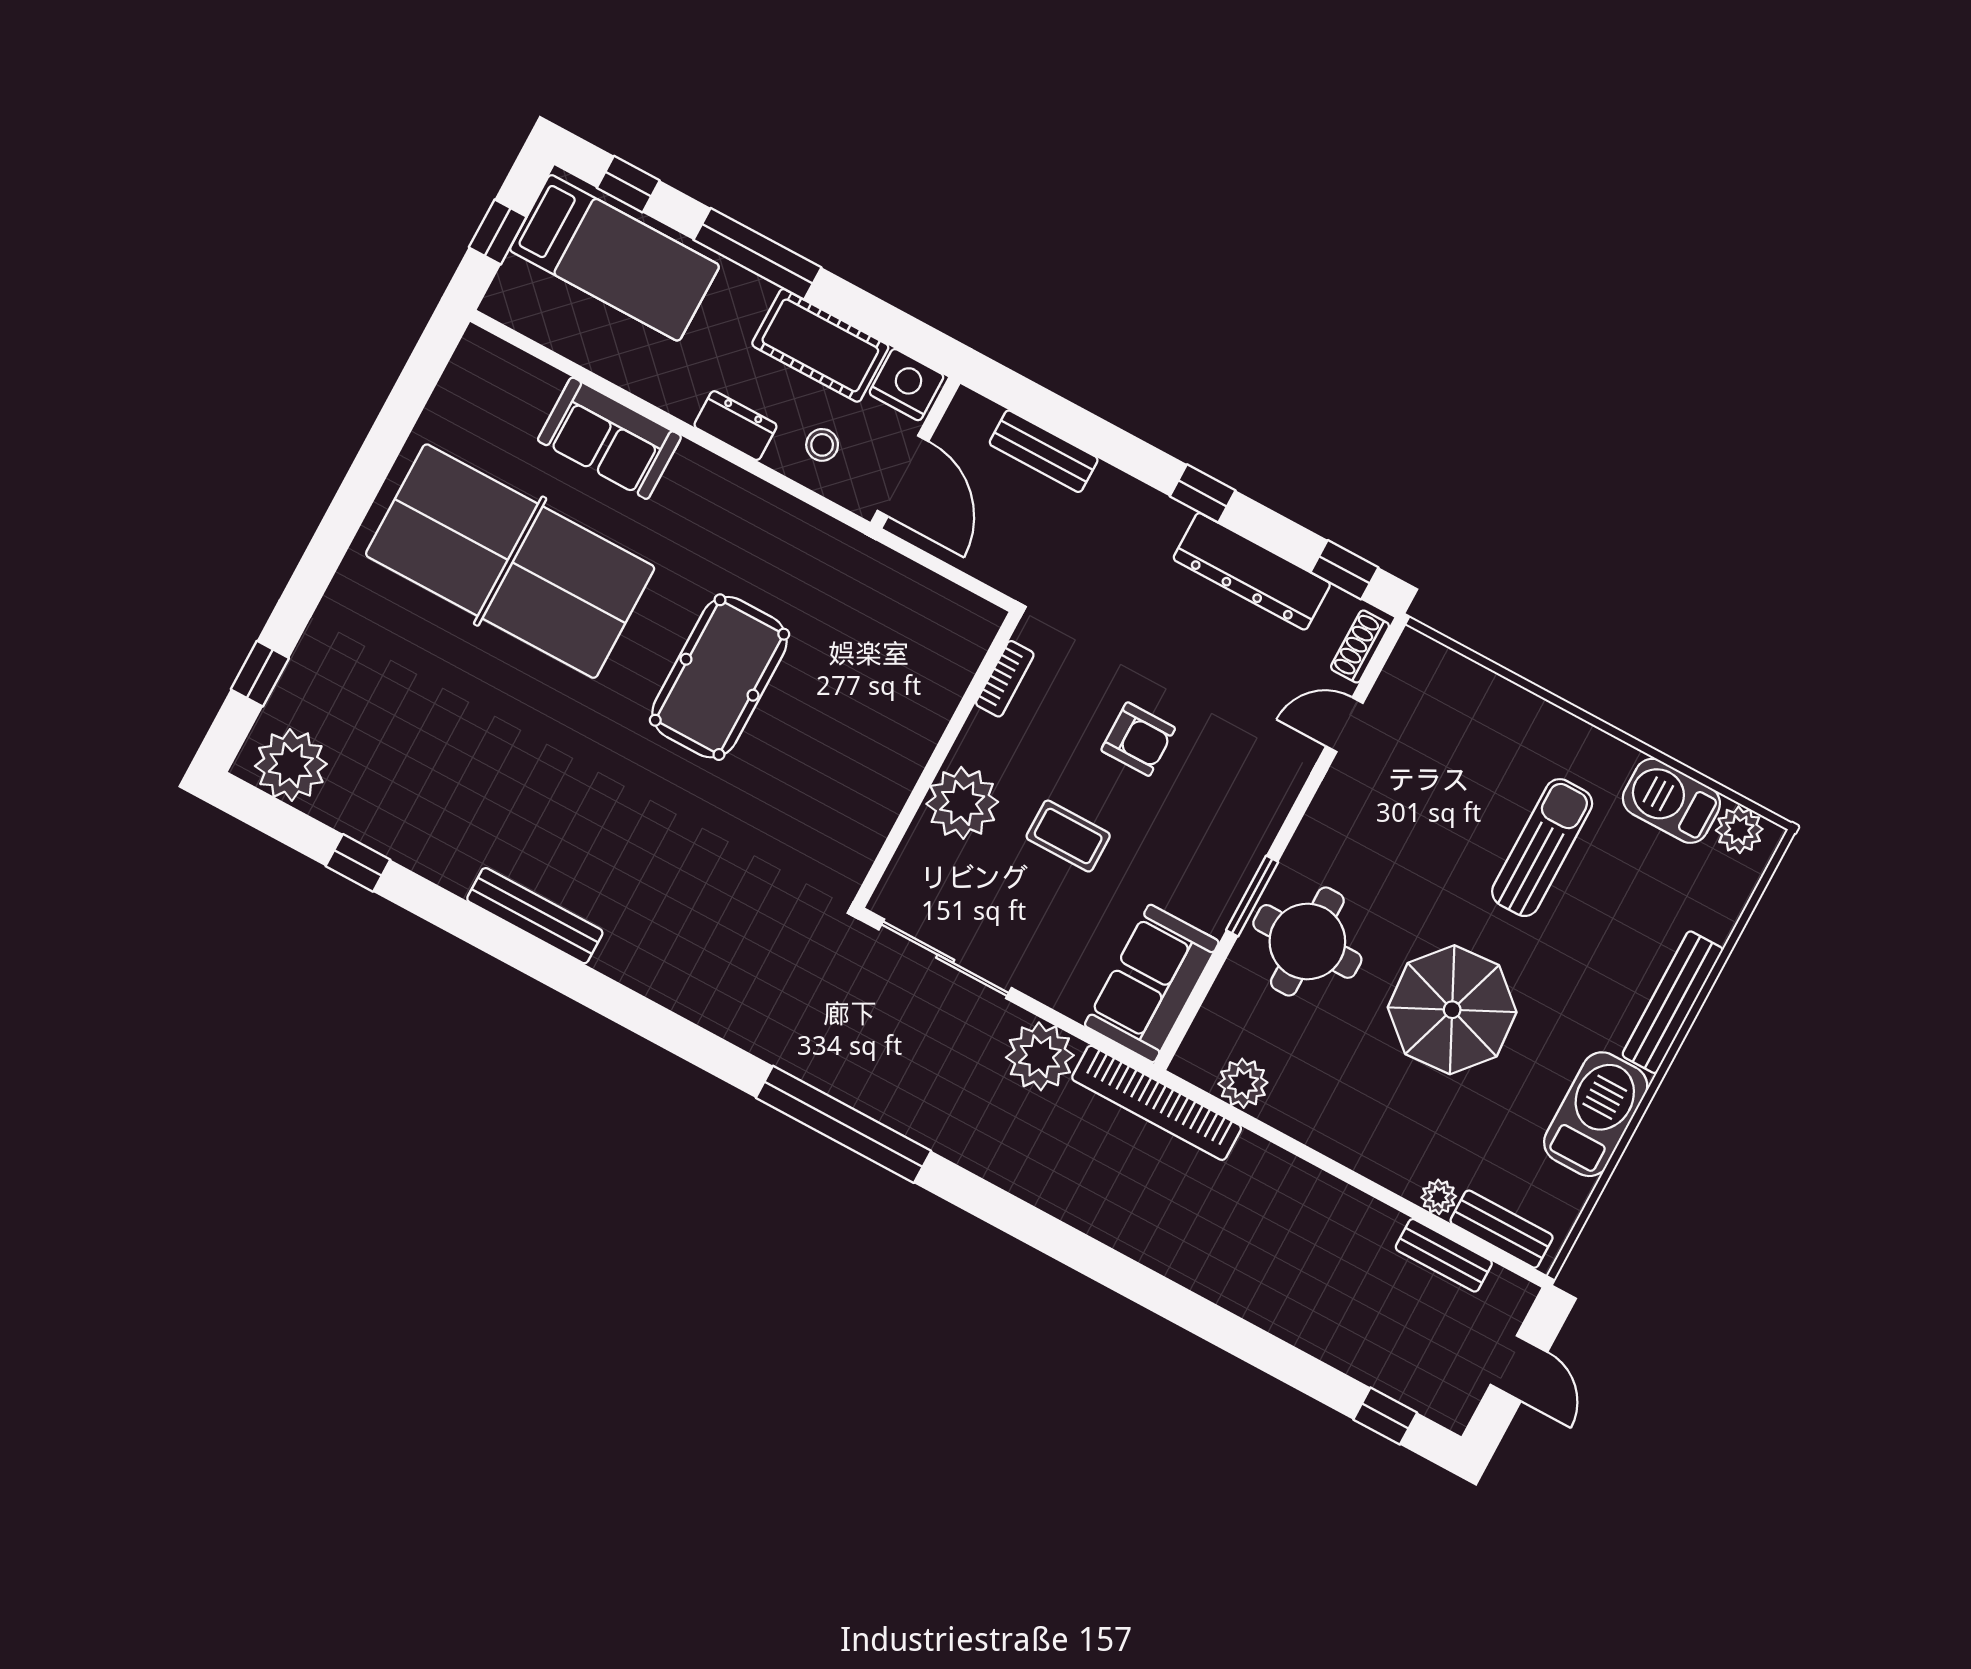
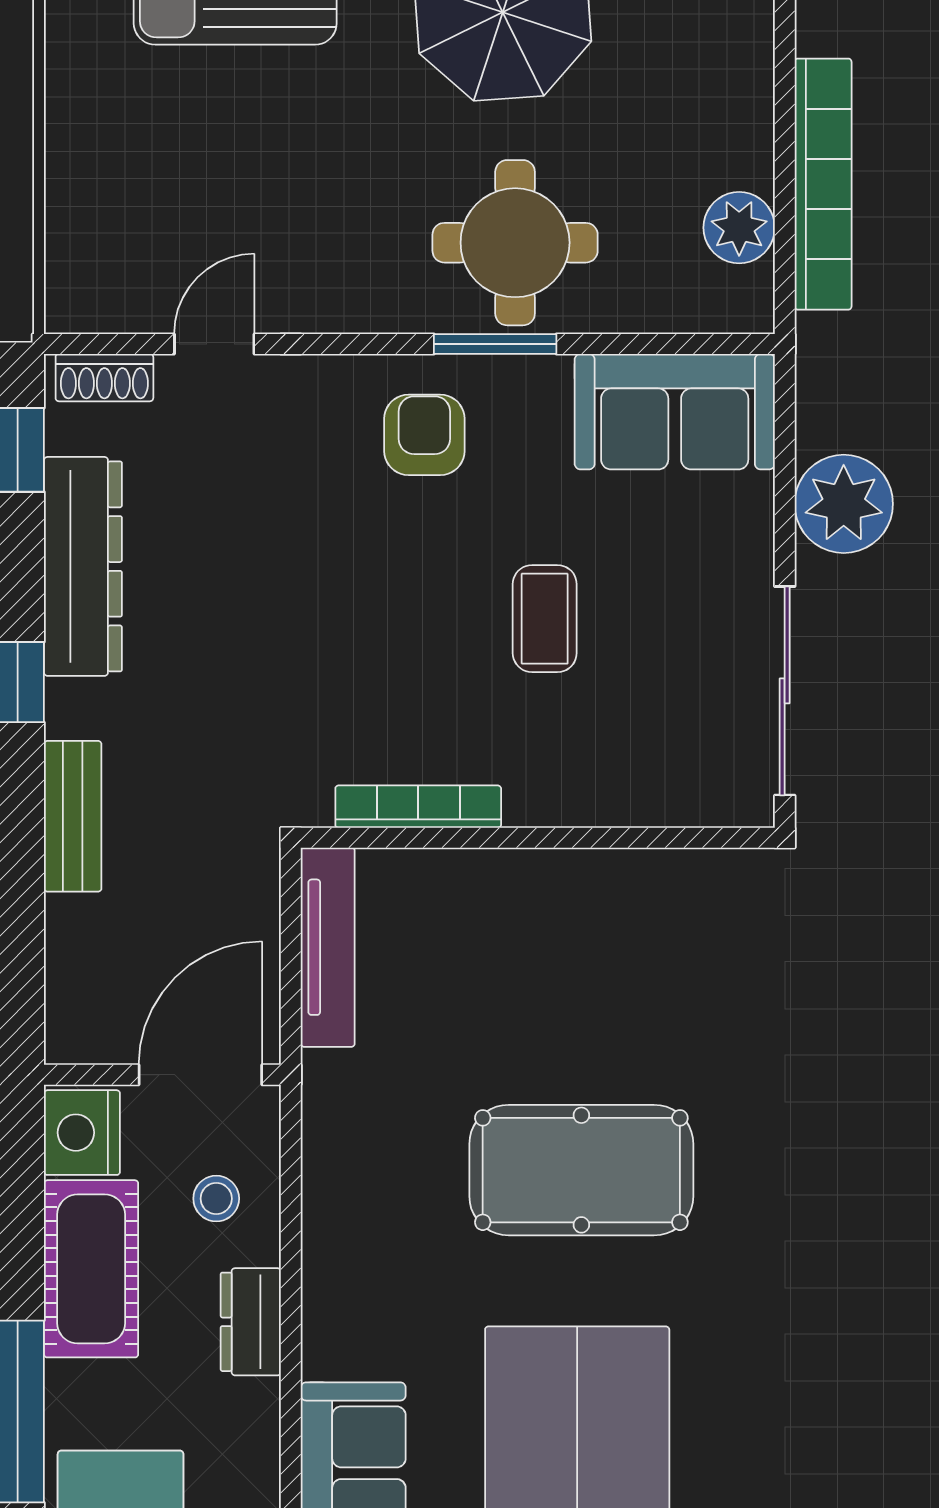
bench: (1044, 451) -> (73, 816), moved
tv unit: (939, 596) -> (328, 947), added
bookcase: (1005, 679) -> (418, 807), width x1.56
door: (1344, 725) -> (214, 344), swing flipped
armchair: (1138, 739) -> (424, 435), moved
plant: (962, 803) -> (575, 776), removed
bookcase: (1157, 1103) -> (823, 184), moved

